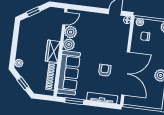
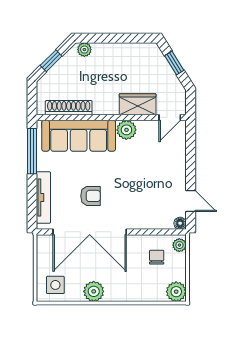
door: (65, 18) -> (170, 117), hinge flipped
plant: (71, 32) -> (148, 130), removed
wardrobe: (53, 51) -> (138, 104), moved
side table: (154, 97) -> (55, 285), added
window: (74, 101) -> (32, 151), width x1.44

